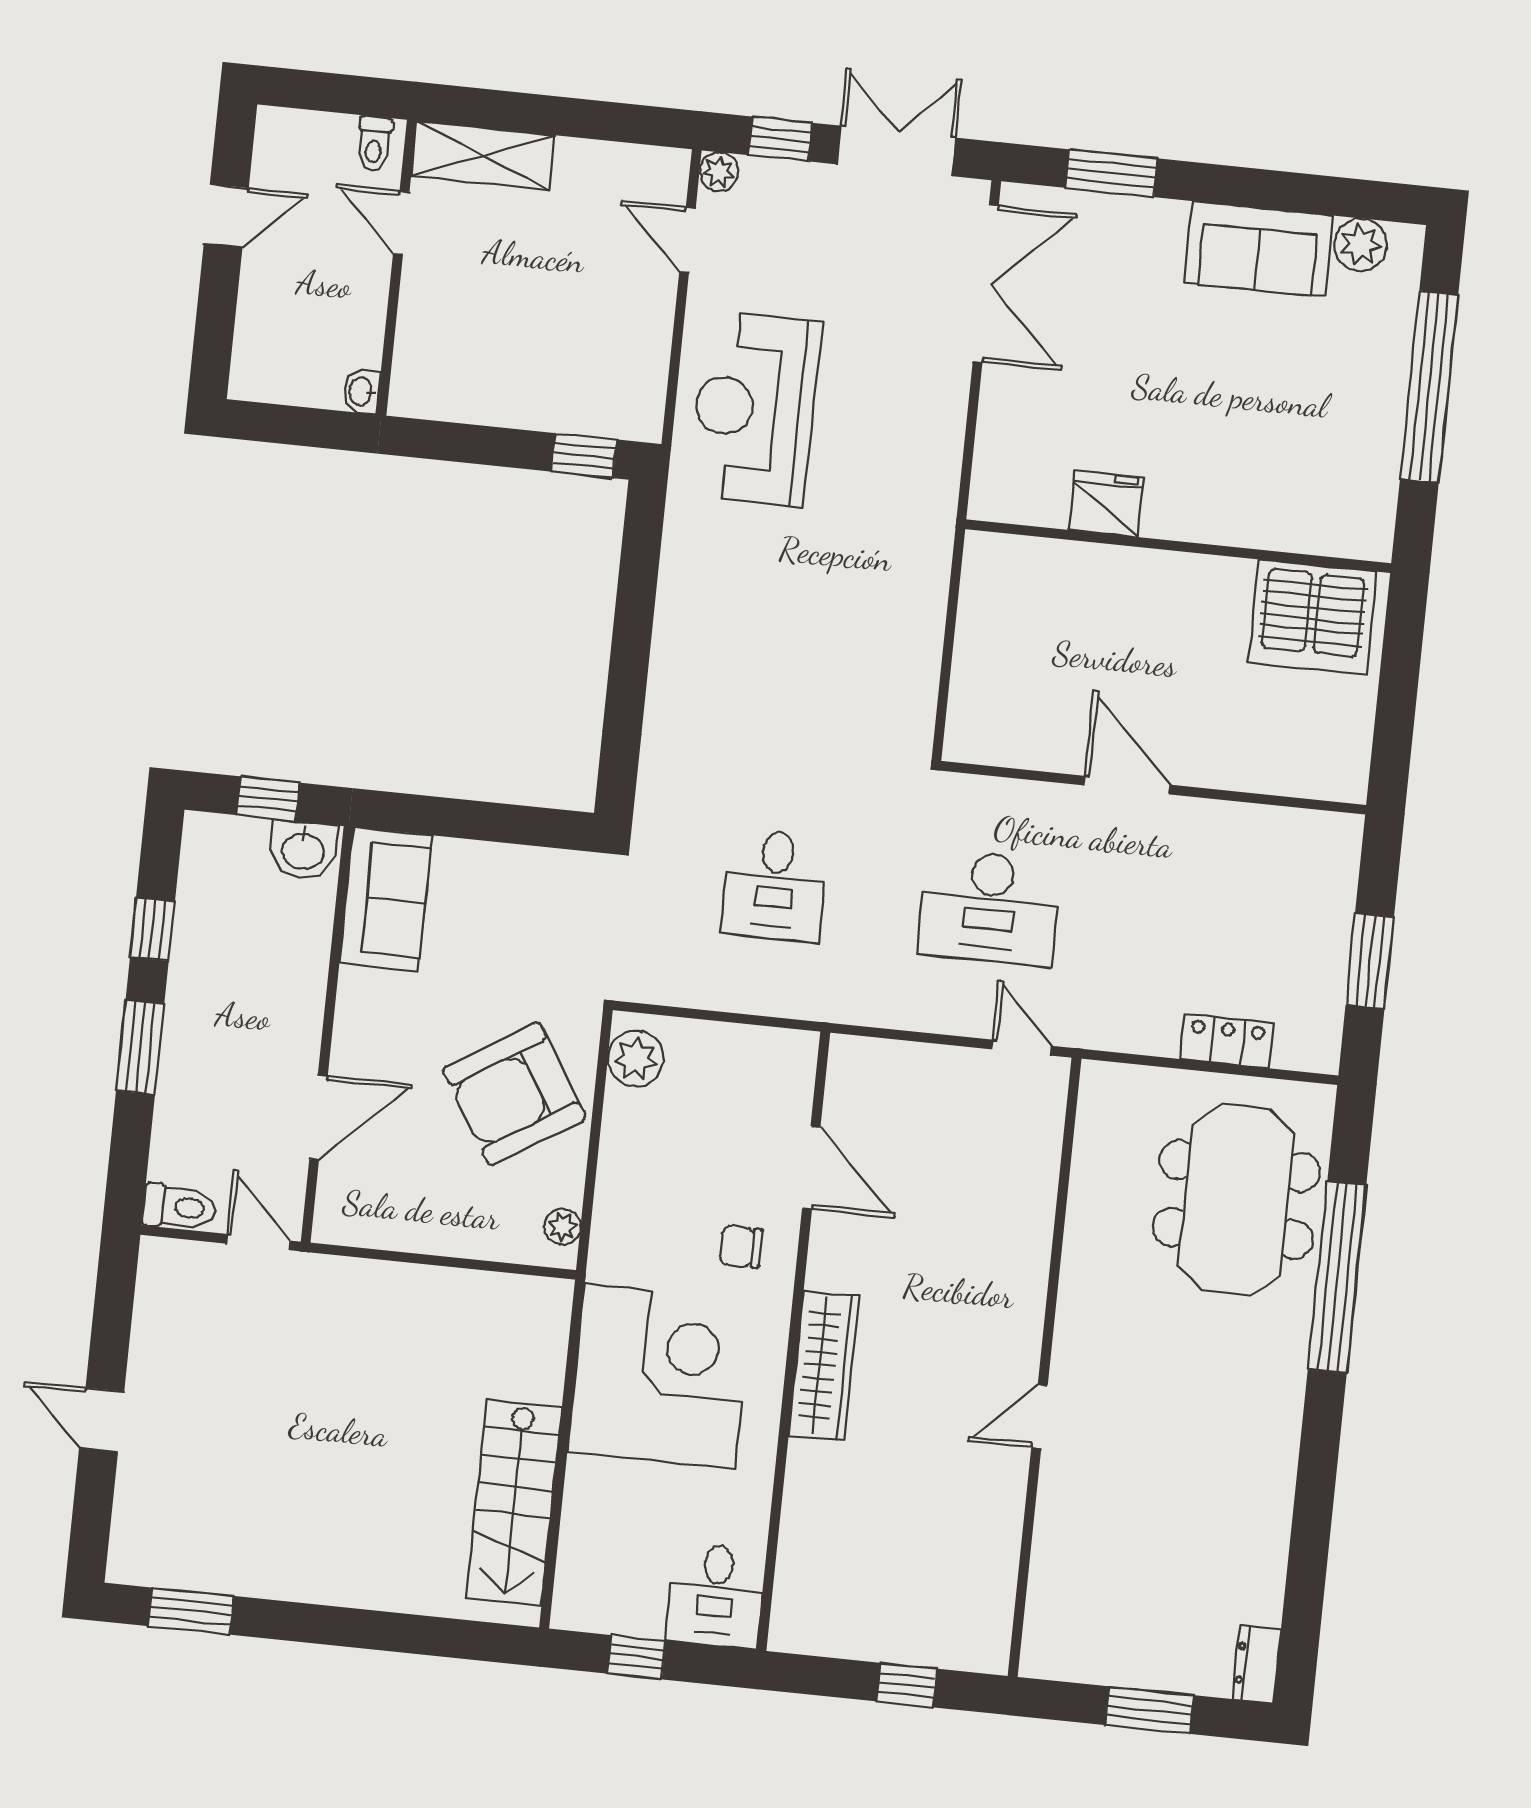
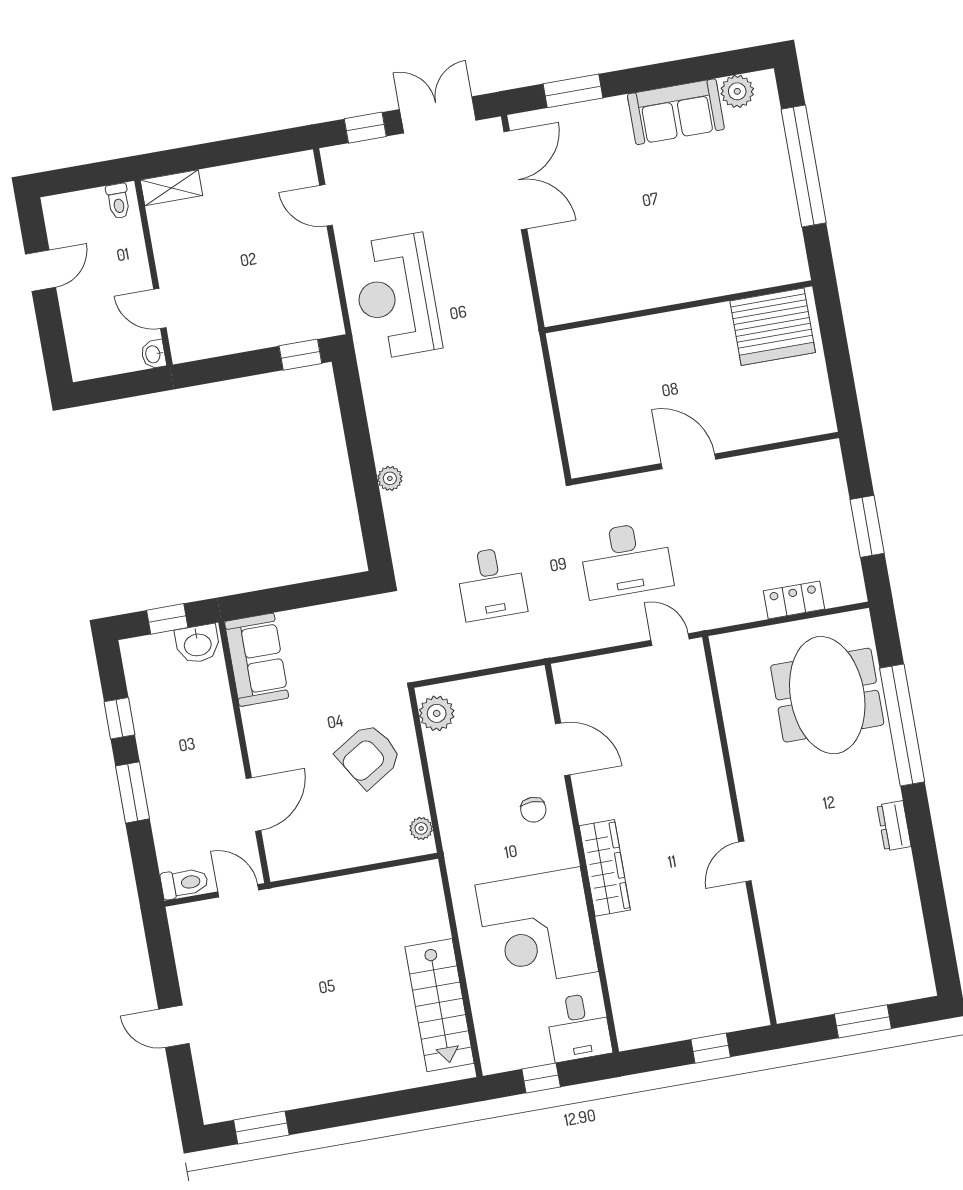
shelving: (483, 156) -> (171, 188), width x0.67, depth x0.75
plant: (719, 172) -> (390, 478), moved
door: (401, 223) -> (160, 309), moved
fridge: (1106, 504) -> (627, 293), removed
armchair: (514, 1094) -> (369, 756), width x0.73, depth x0.73
chair: (741, 1247) -> (533, 810), turned -90
corner desk: (660, 1376) -> (537, 928), moved, turned 180
dresser: (1257, 1664) -> (894, 826), moved

